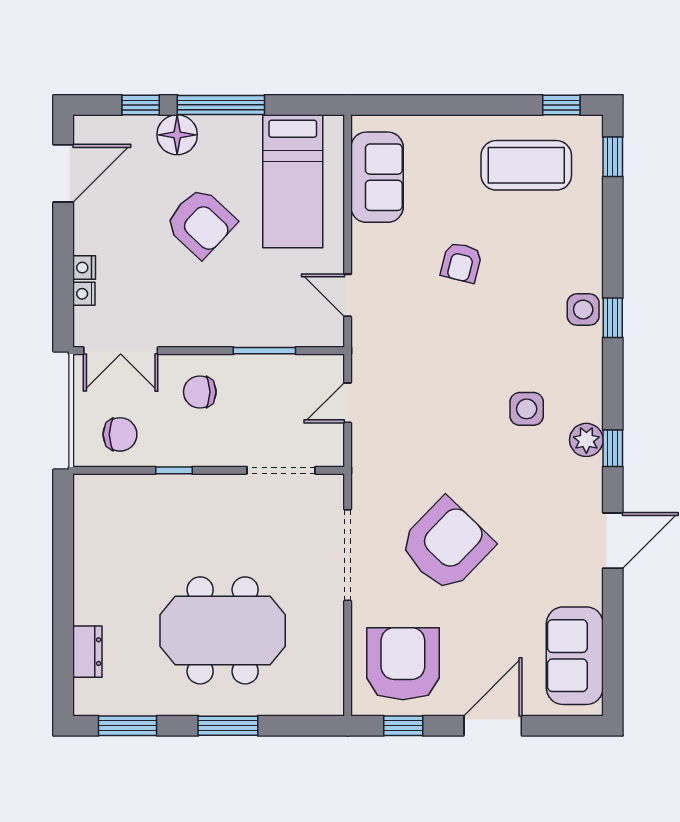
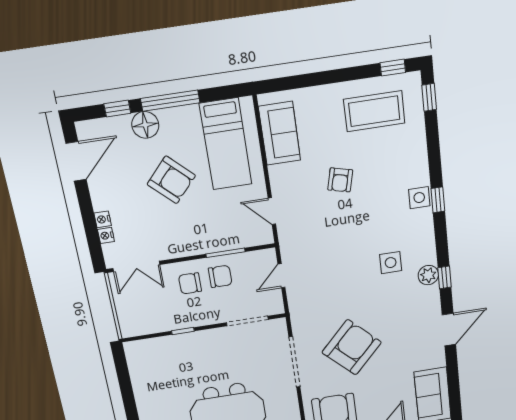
chair: (120, 434) -> (220, 276), moved

